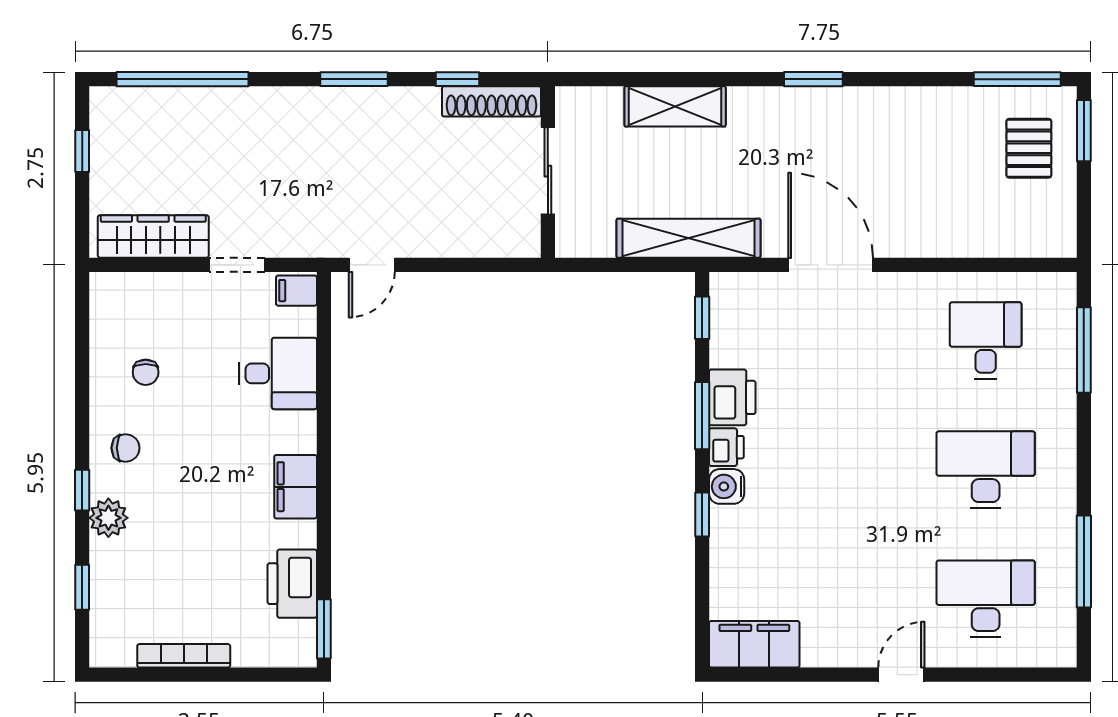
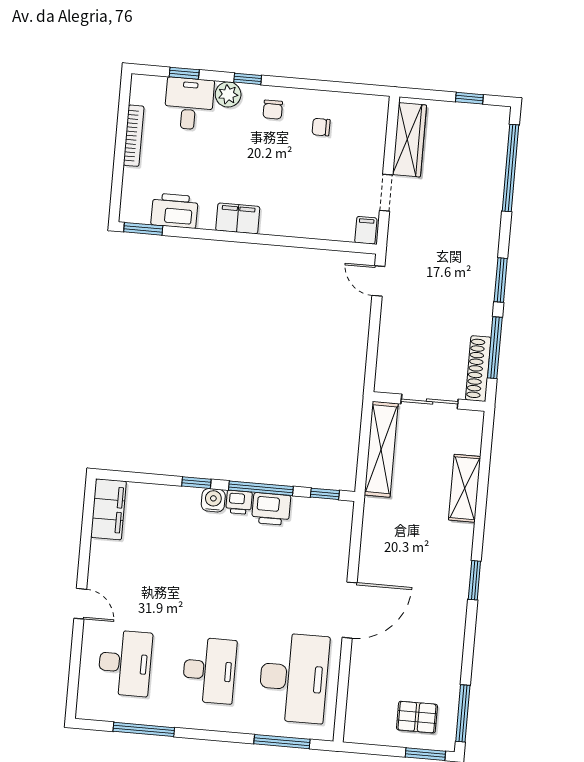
window: (458, 79) -> (495, 348), width x2.17
shelving: (689, 238) -> (381, 449), moved
door: (831, 265) -> (350, 610), moved
desk: (986, 341) -> (294, 678), width x1.87, depth x1.30
desk: (278, 373) -> (189, 104), moved, turned 180
window: (702, 416) -> (261, 488), width x1.44

